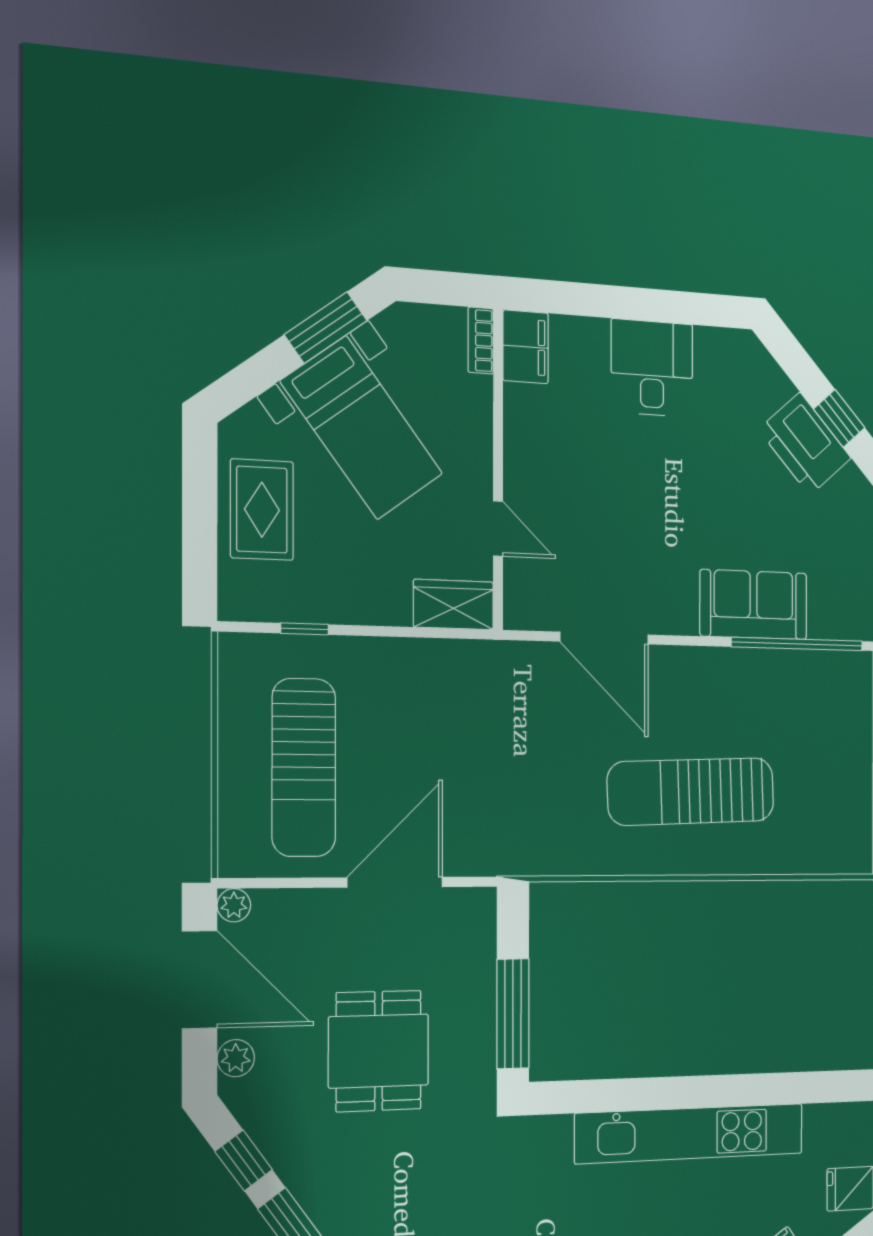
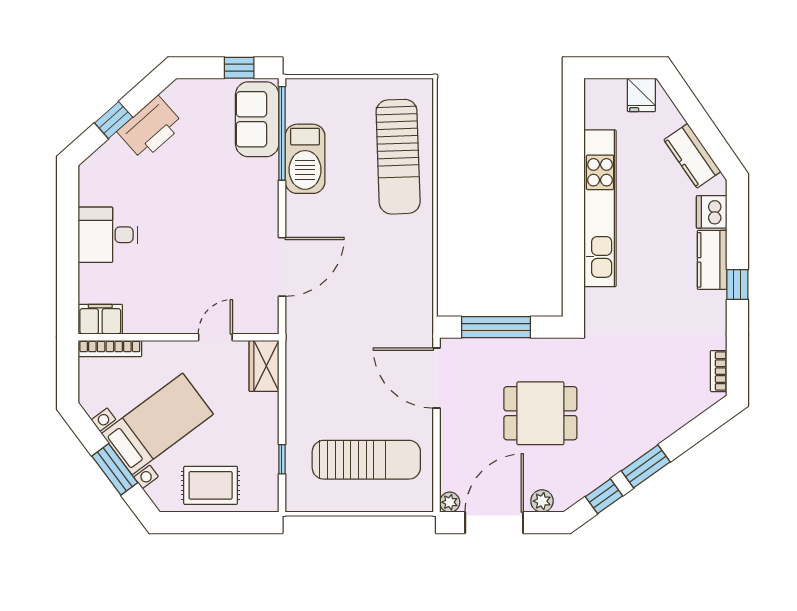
window: (326, 328) -> (115, 469), moved
bookcase: (481, 340) -> (110, 348), width x1.56
window: (839, 418) -> (114, 120), moved
sofa: (753, 605) -> (257, 119), moved
barbecue: (761, 678) -> (305, 159), added
sun lounger: (691, 791) -> (398, 157), moved
door: (395, 882) -> (437, 378), moved
window: (513, 1014) -> (496, 327), moved

